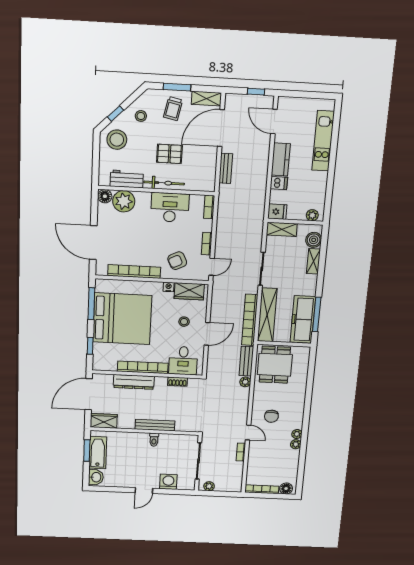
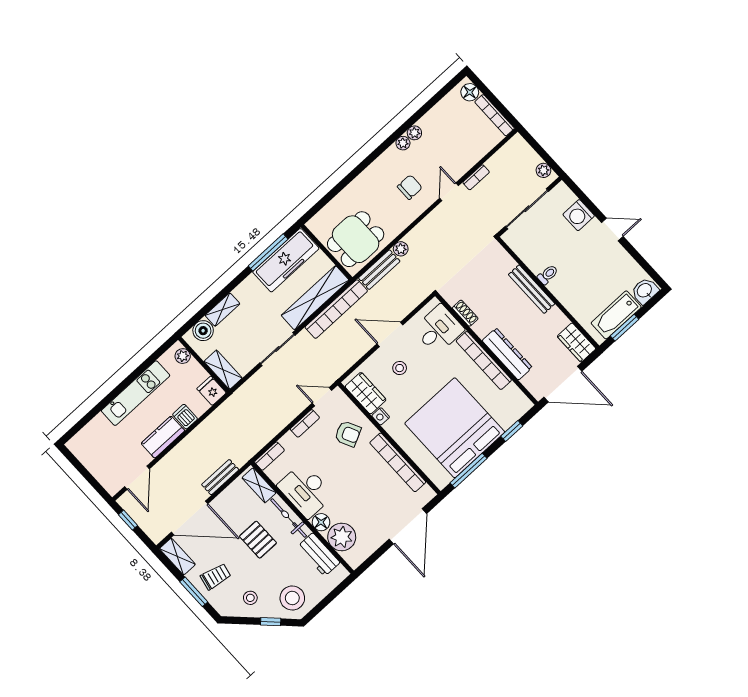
kitchen unit: (323, 141) -> (136, 393), moved
shelving: (199, 185) -> (259, 485), added
floor lamp: (105, 196) -> (321, 522), moved

